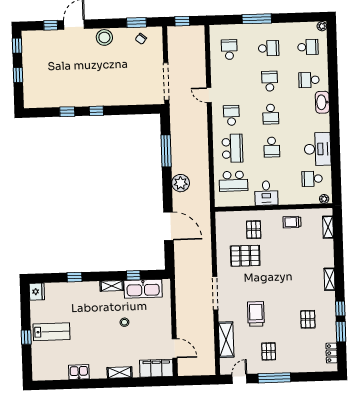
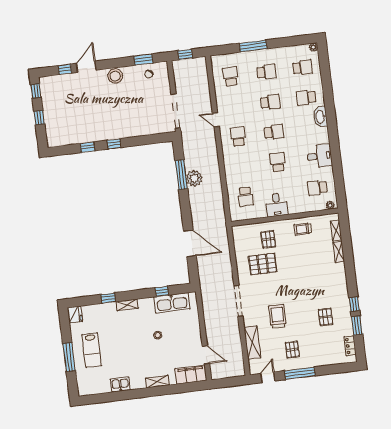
school desk: (270, 81) -> (270, 102), turned 90
school desk: (271, 114) -> (274, 132), turned -90
school desk: (272, 147) -> (278, 162), turned 180
school desk: (232, 148) -> (242, 167), removed
desk: (318, 149) -> (319, 156), width x0.73
school desk: (233, 181) -> (246, 197), width x0.54
plant: (181, 183) -> (194, 178), moved
shelving: (330, 279) -> (339, 252), moved
shelving: (112, 286) -> (127, 305), moved
lab bench: (51, 332) -> (92, 350), turned 90
window: (26, 337) -> (69, 357), width x2.17

